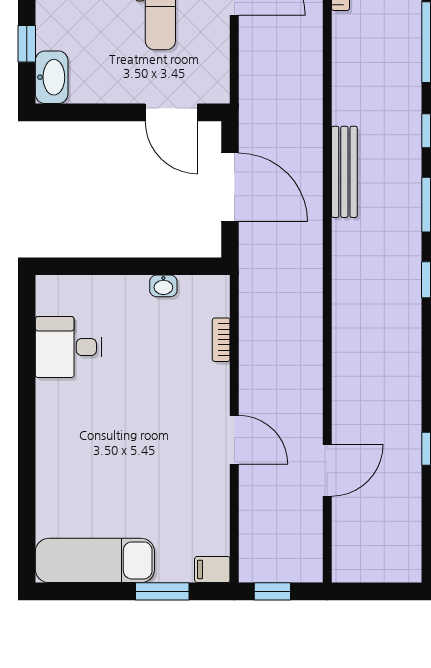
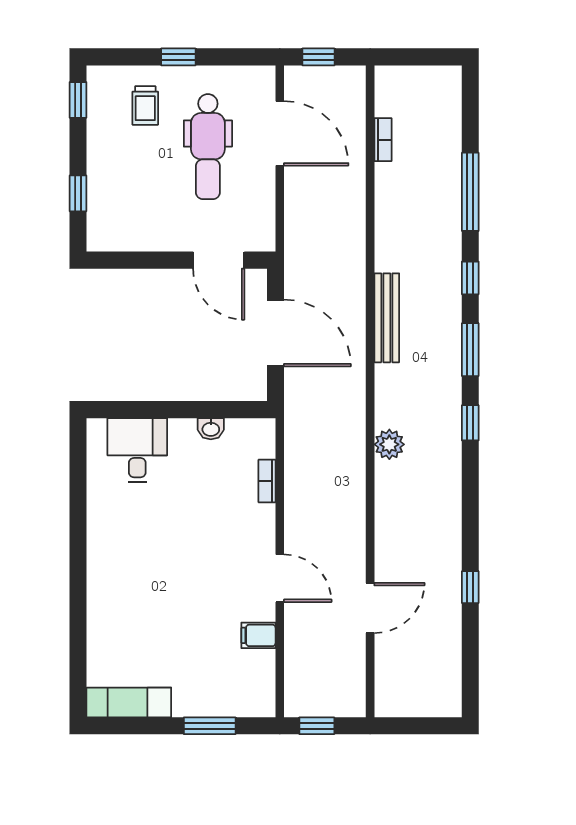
washbasin: (52, 77) -> (102, 226), removed
plant: (347, 302) -> (389, 444), added
desk: (69, 347) -> (137, 450), moved, turned 90
exam couch: (95, 560) -> (129, 702), width x0.73, depth x0.69
filing cabinet: (212, 569) -> (258, 635), moved

